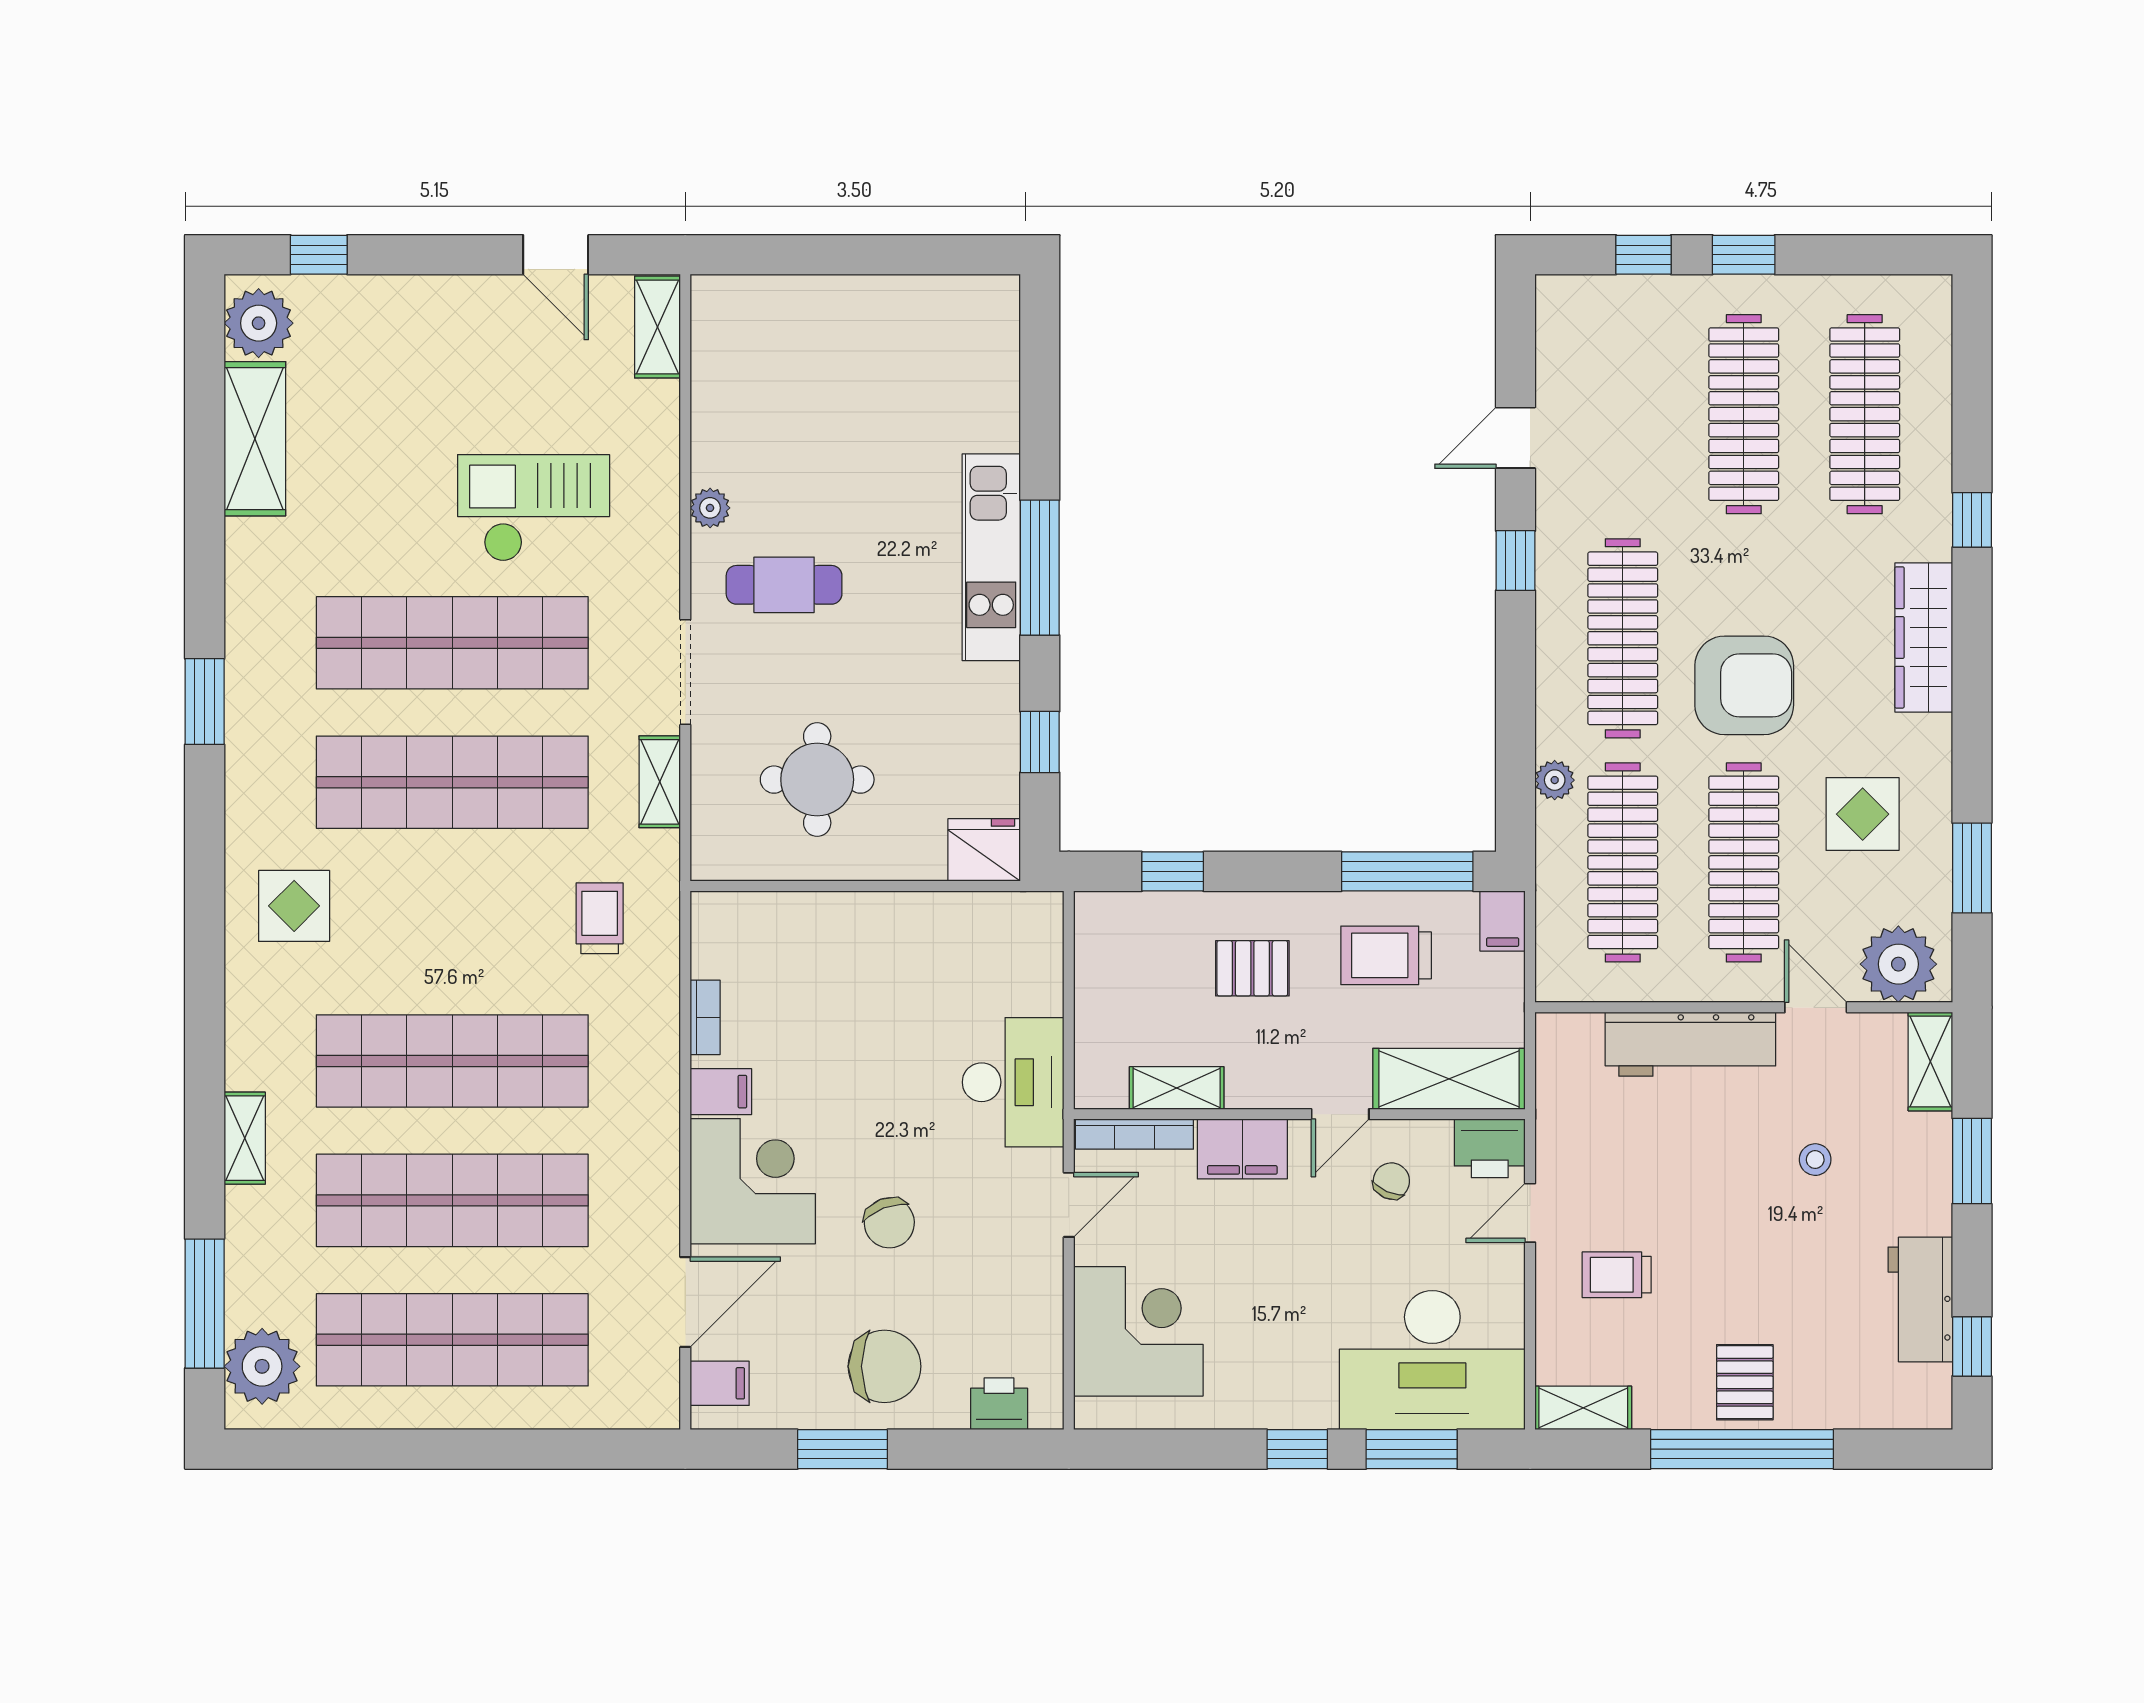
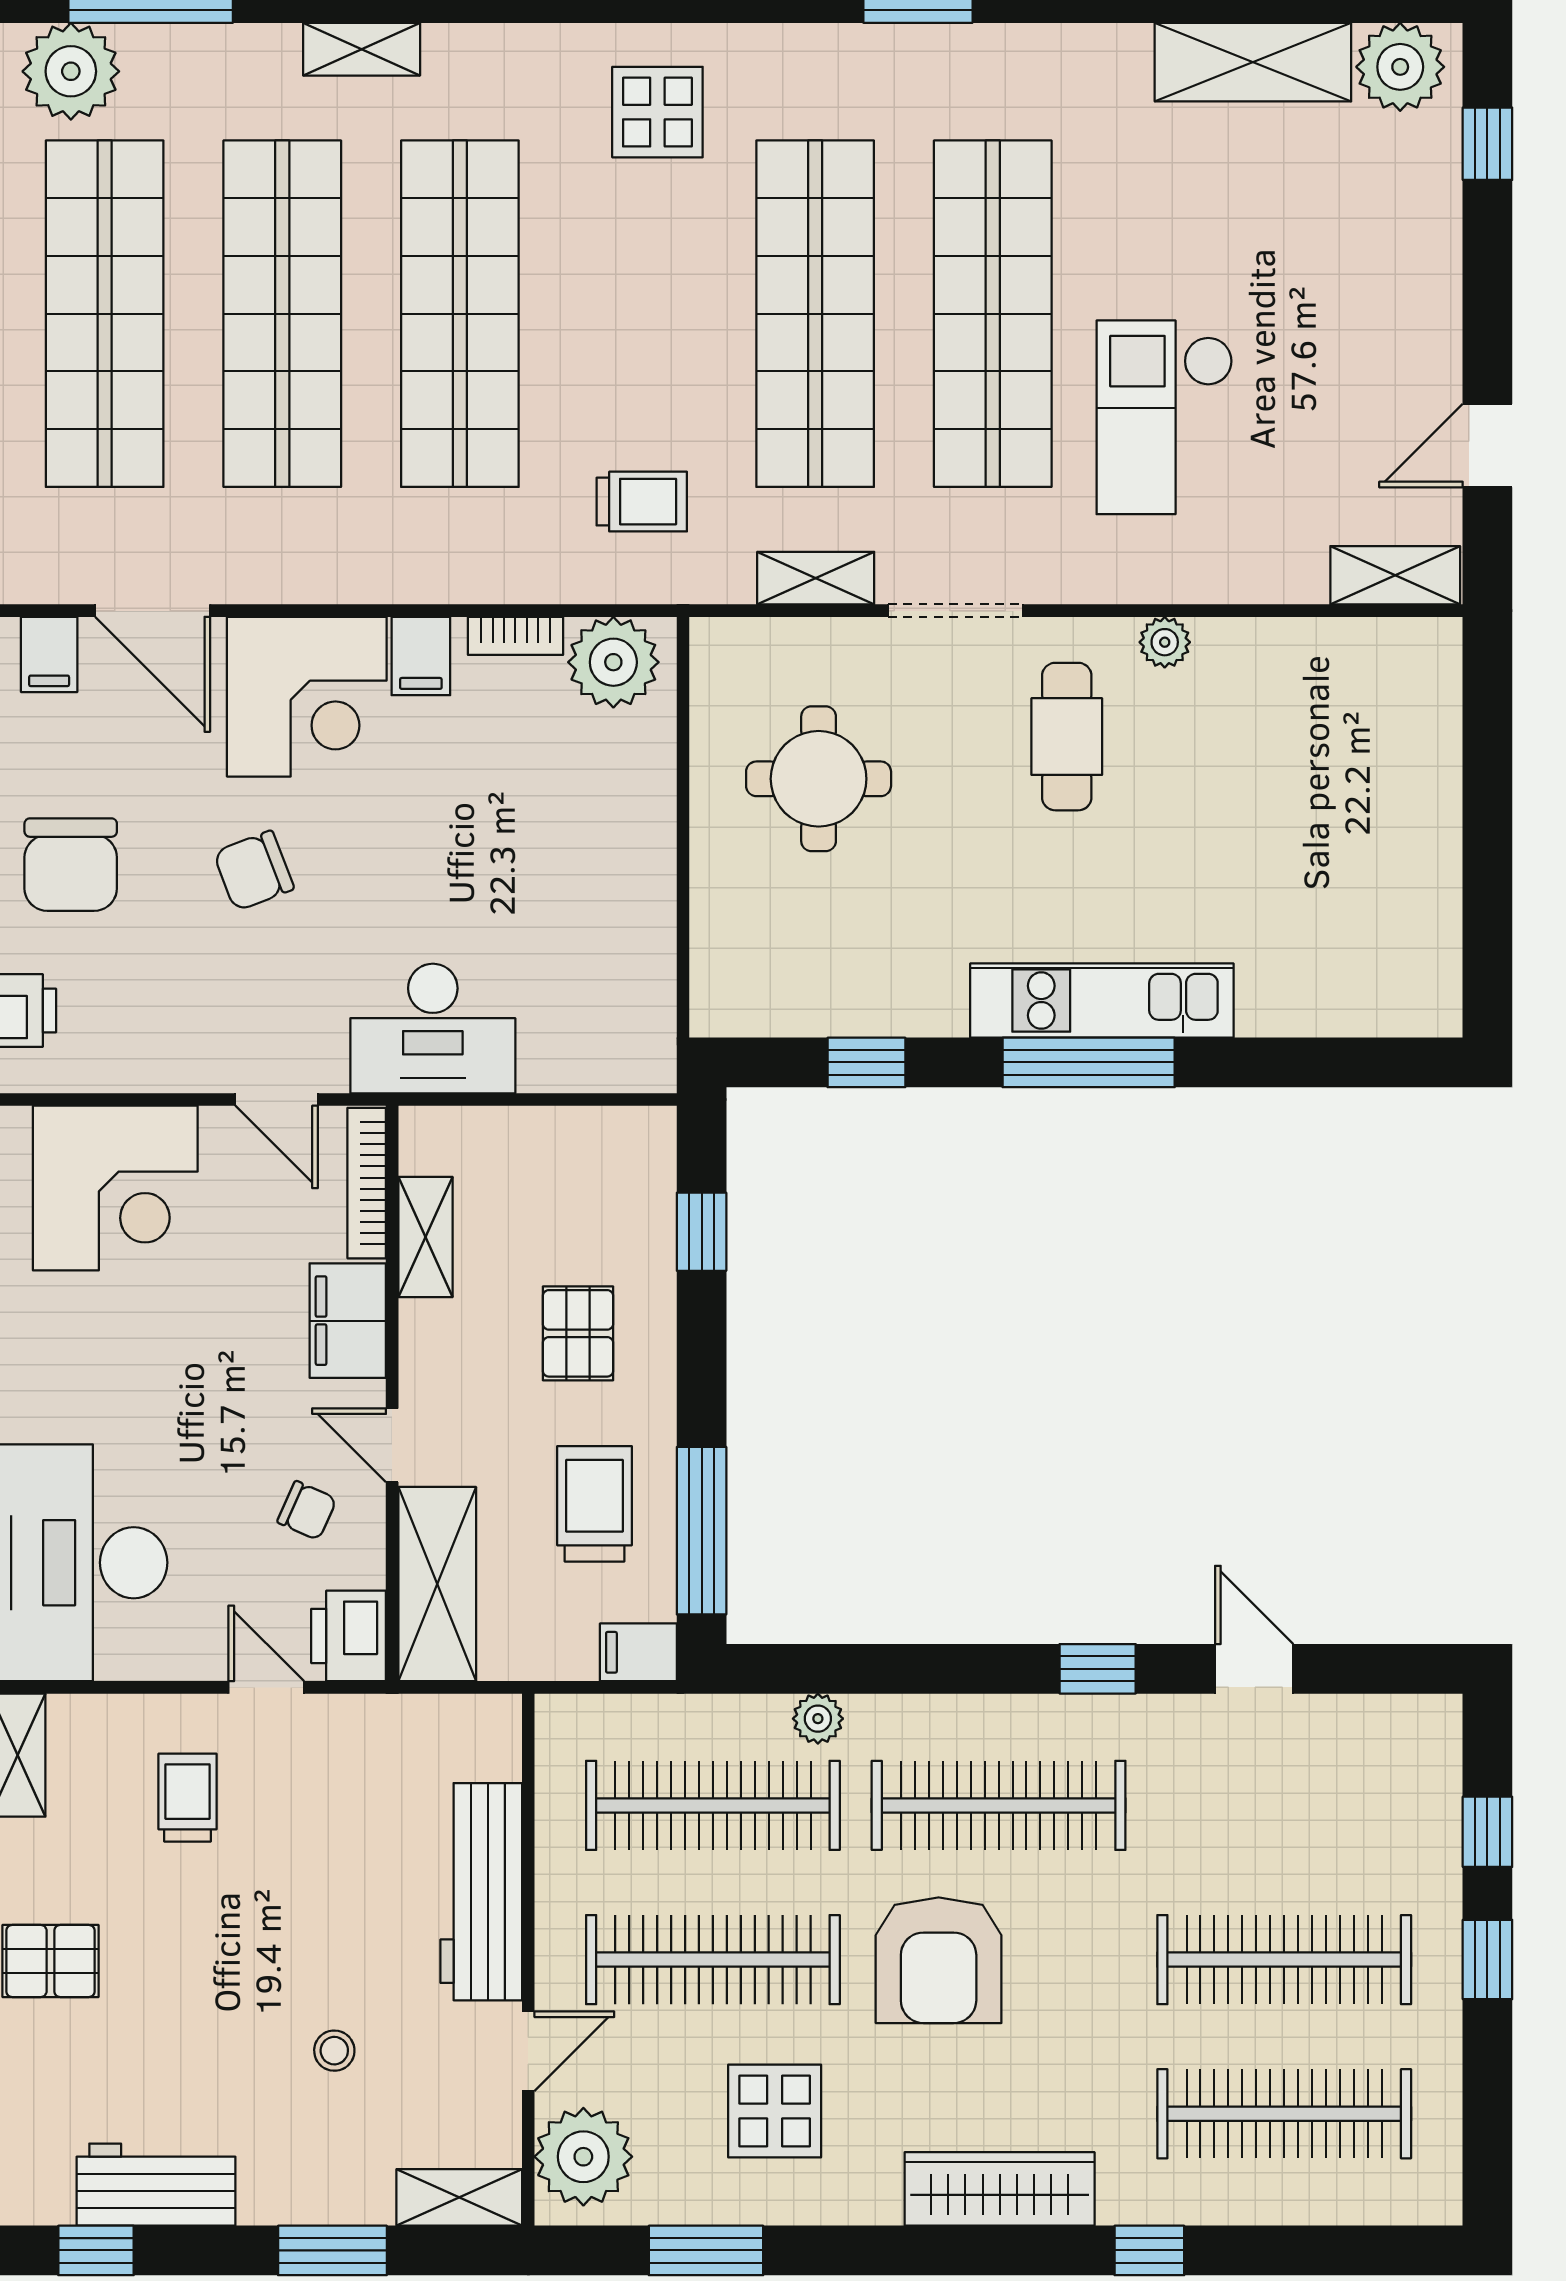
checkout: (534, 508) -> (1165, 417), turned 180
fridge: (984, 850) -> (729, 992), removed
plant: (726, 941) -> (613, 662), added

